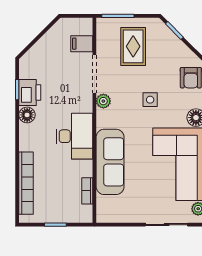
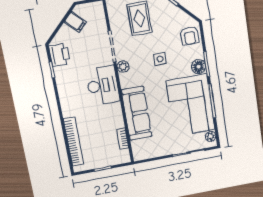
filing cabinet: (82, 44) -> (75, 22), moved, turned -135
printer: (30, 92) -> (59, 55), moved
floor lamp: (27, 115) -> (64, 89), removed
desk: (74, 136) -> (103, 85), moved

